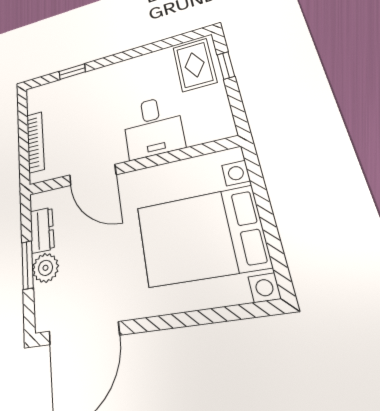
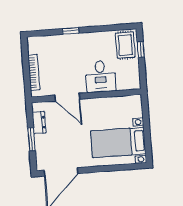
window: (72, 72) -> (71, 31), moved
bed with nightstands: (201, 236) -> (118, 142), width x0.73
plant: (45, 268) -> (41, 142), removed

